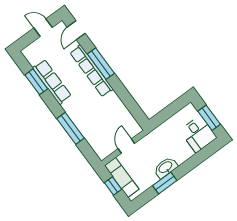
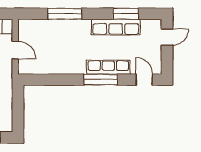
door: (43, 28) -> (167, 37), moved
row of seats: (91, 71) -> (108, 67), width x0.73

